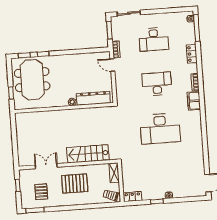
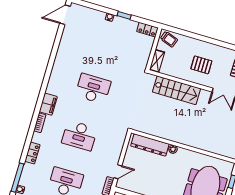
door: (112, 65) -> (118, 172), hinge flipped
desk: (160, 129) -> (93, 89), width x0.73, depth x0.77
pallet: (75, 184) -> (201, 65), width x0.67, depth x0.71

